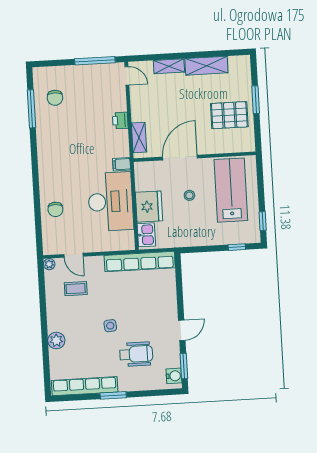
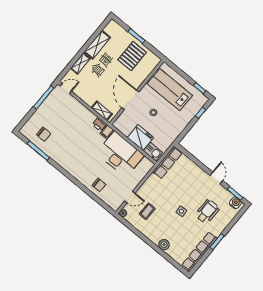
printer: (120, 121) -> (99, 124), moved
row of seats: (140, 262) -> (167, 162), width x0.73

